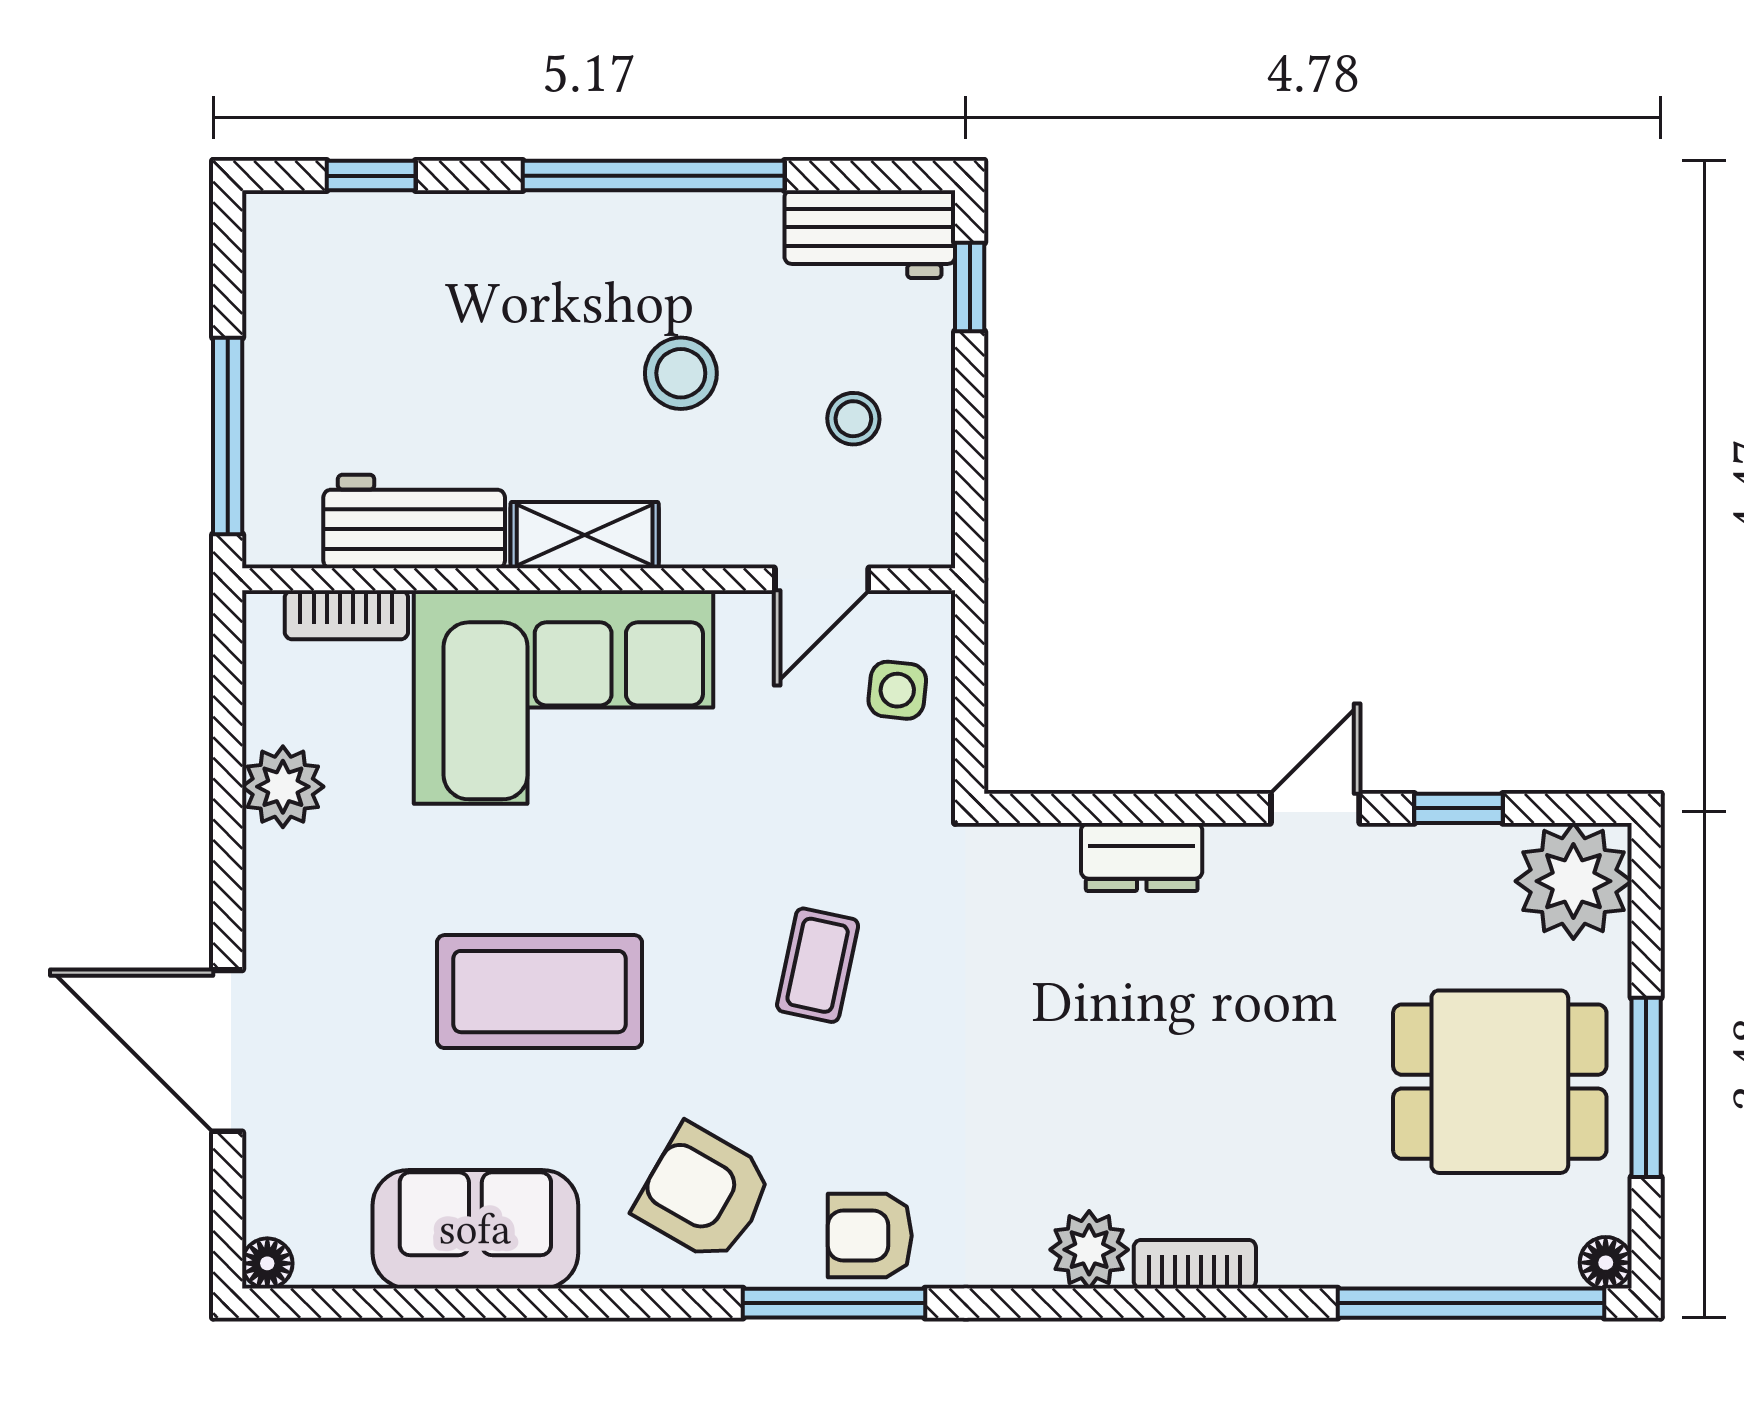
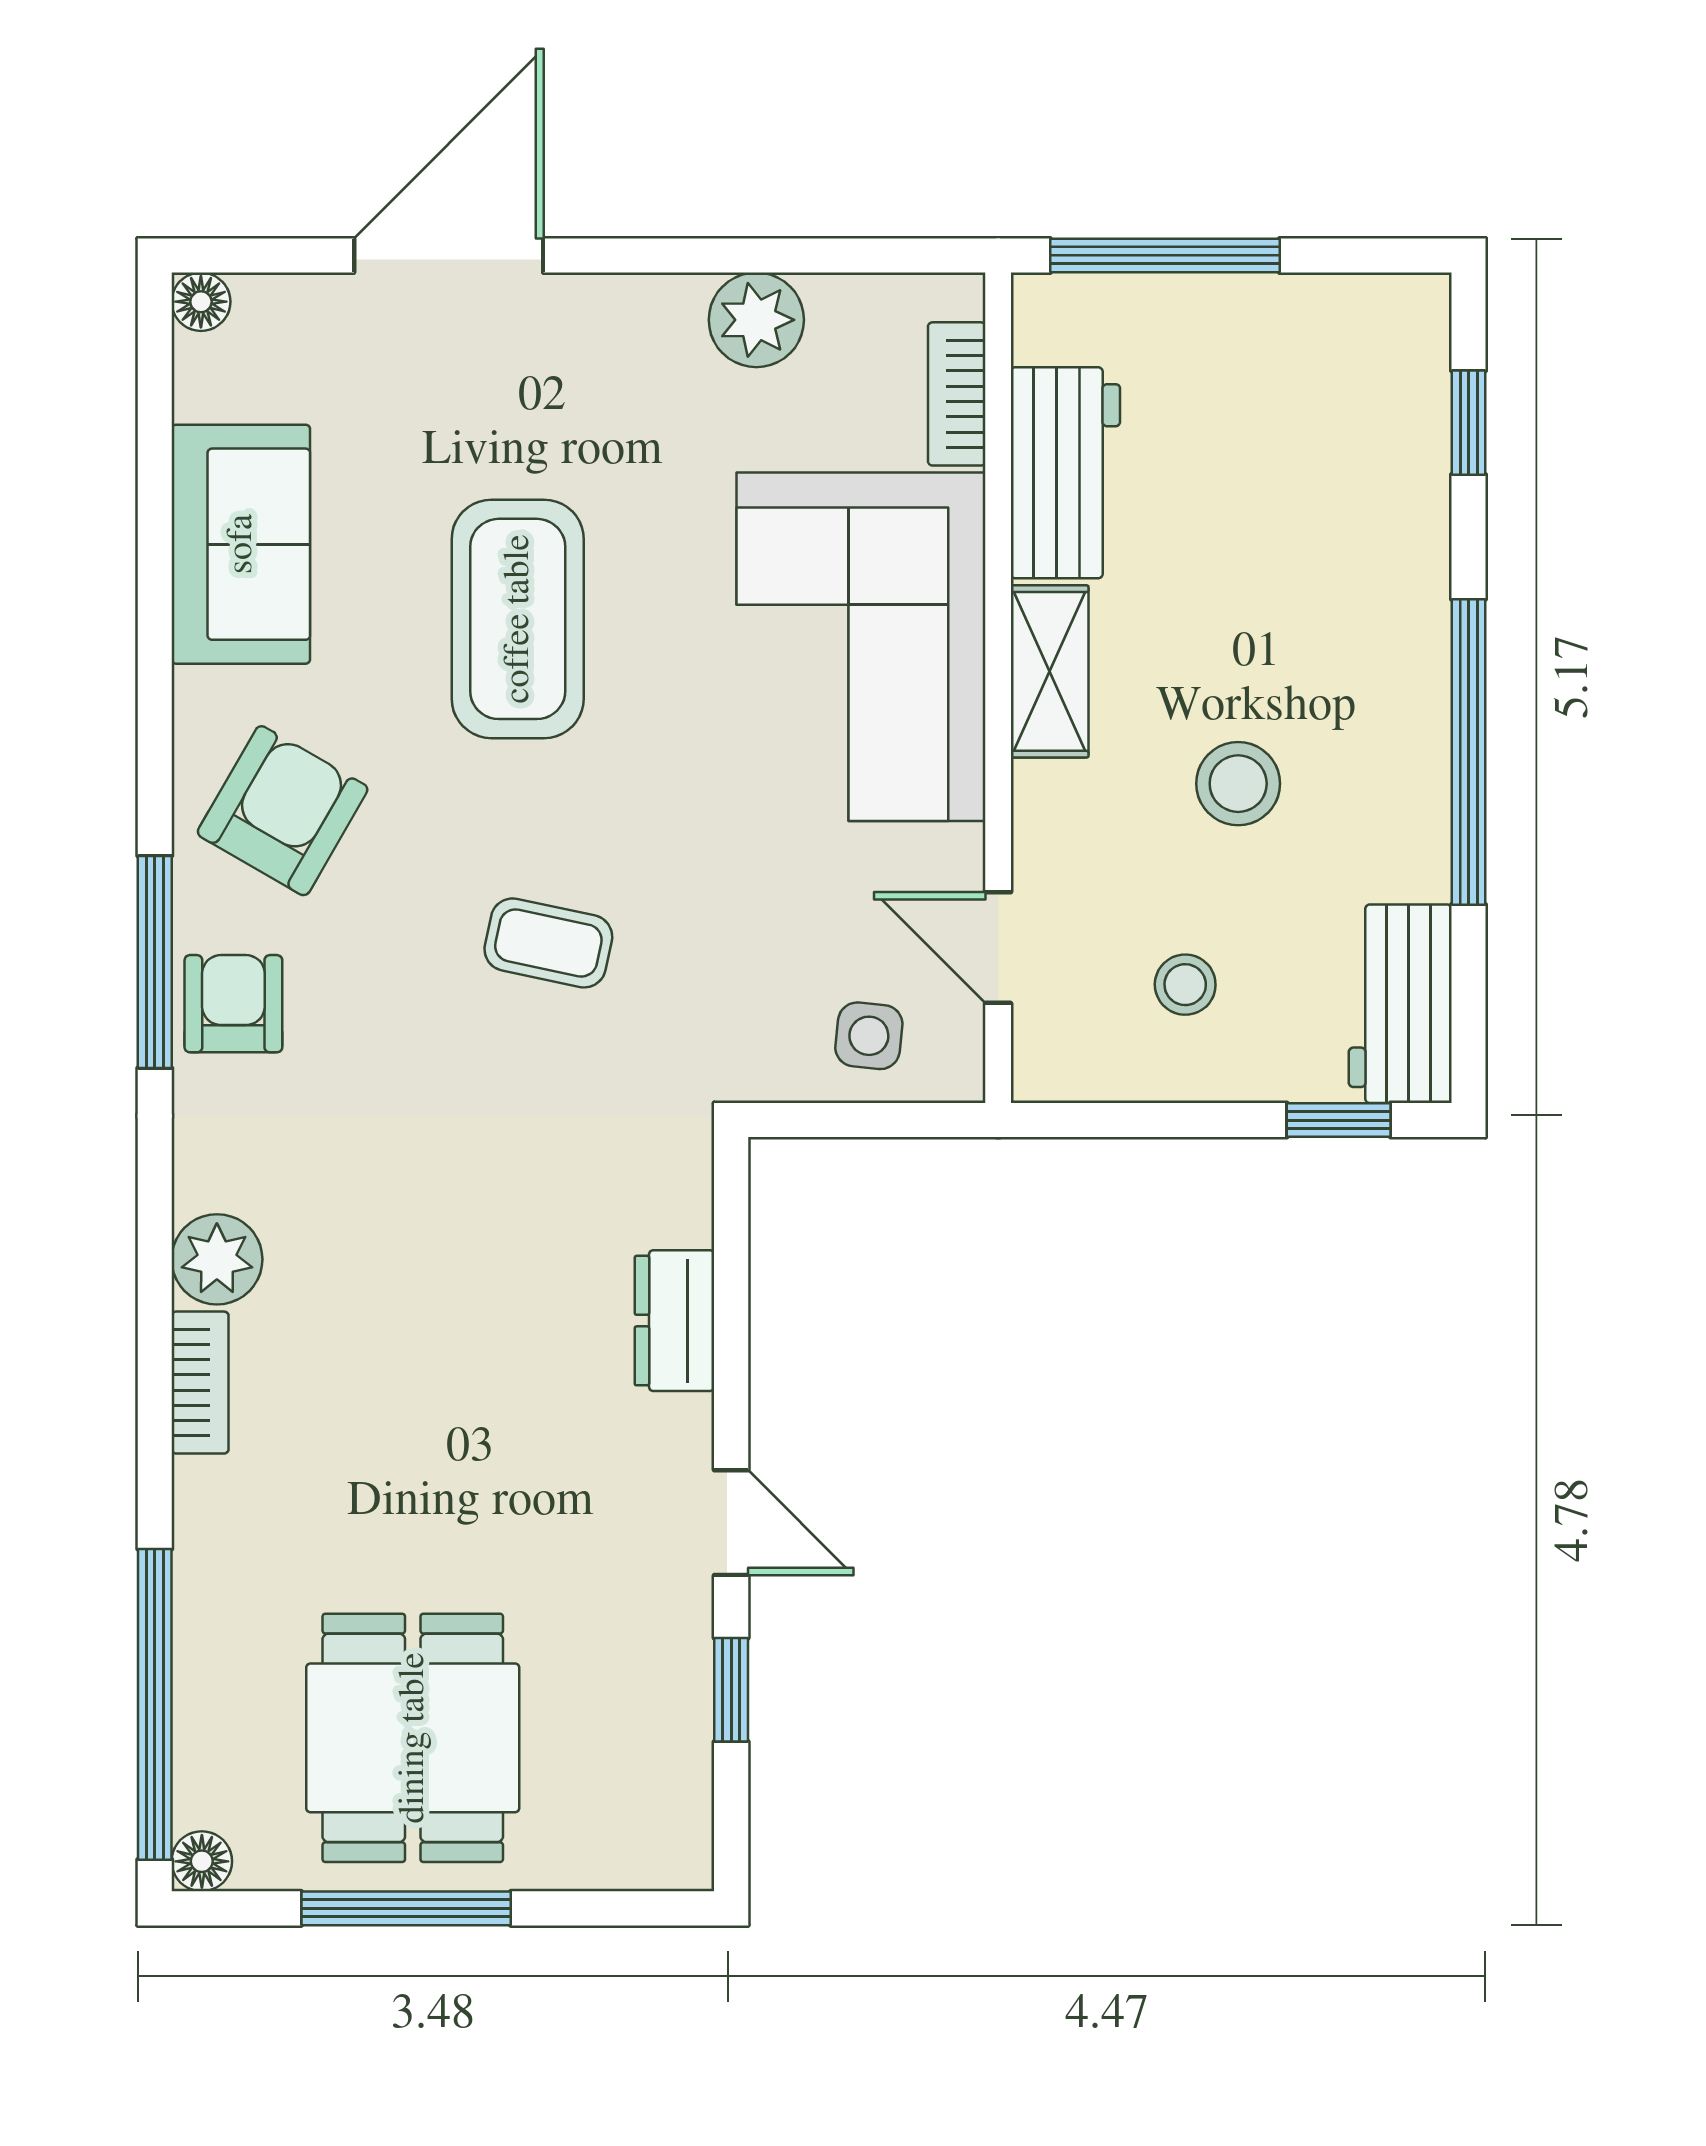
plant: (1573, 881) -> (646, 1824), removed

